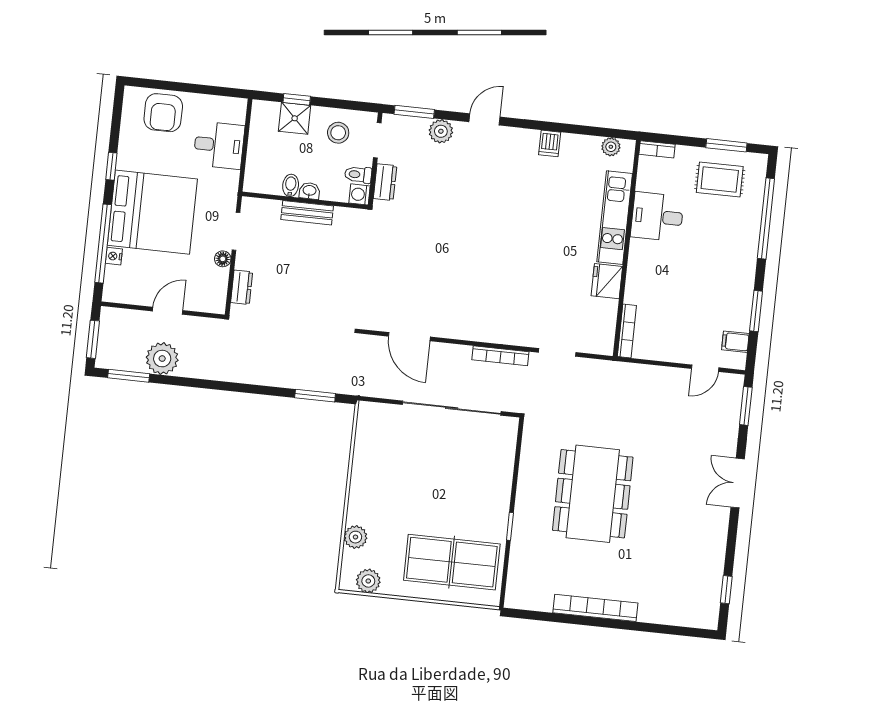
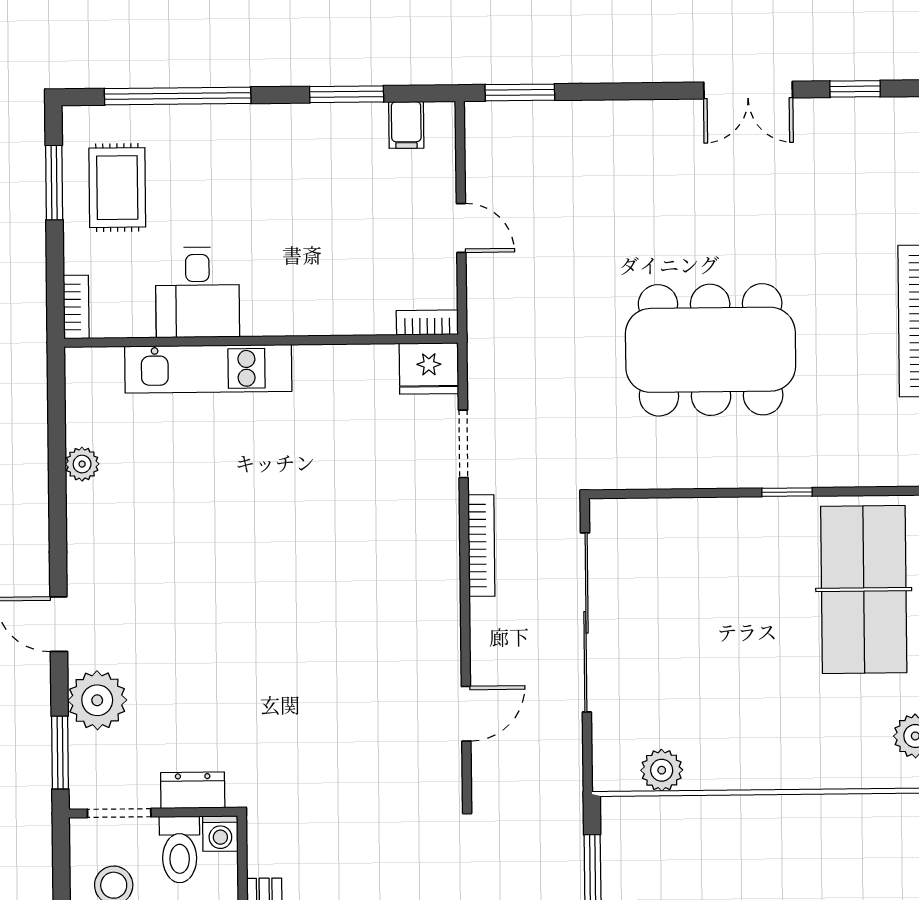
plant: (441, 131) -> (97, 700), width x1.36, depth x1.36
dishwasher: (550, 143) -> (88, 502), removed
plant: (611, 147) -> (82, 464), moved
toilet: (358, 175) -> (180, 850), width x1.37, depth x1.39
fridge: (607, 281) -> (429, 368), moved
bookcase: (627, 331) -> (427, 323), width x0.64
door: (409, 337) -> (466, 714), width x0.73
door: (705, 368) -> (461, 228), moved
double door: (738, 483) -> (748, 90), moved
plant: (355, 537) -> (662, 770), moved

